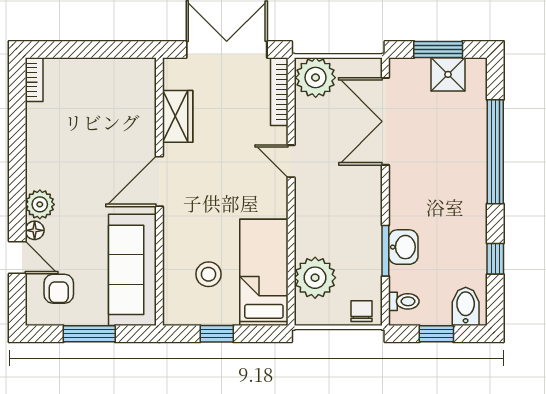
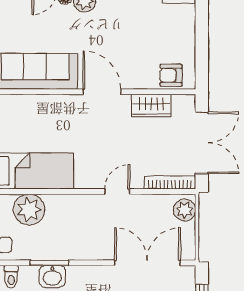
plant: (316, 78) -> (185, 210), width x0.73, depth x0.73
stool: (208, 274) -> (32, 129), removed
armchair: (59, 289) -> (171, 75), moved

